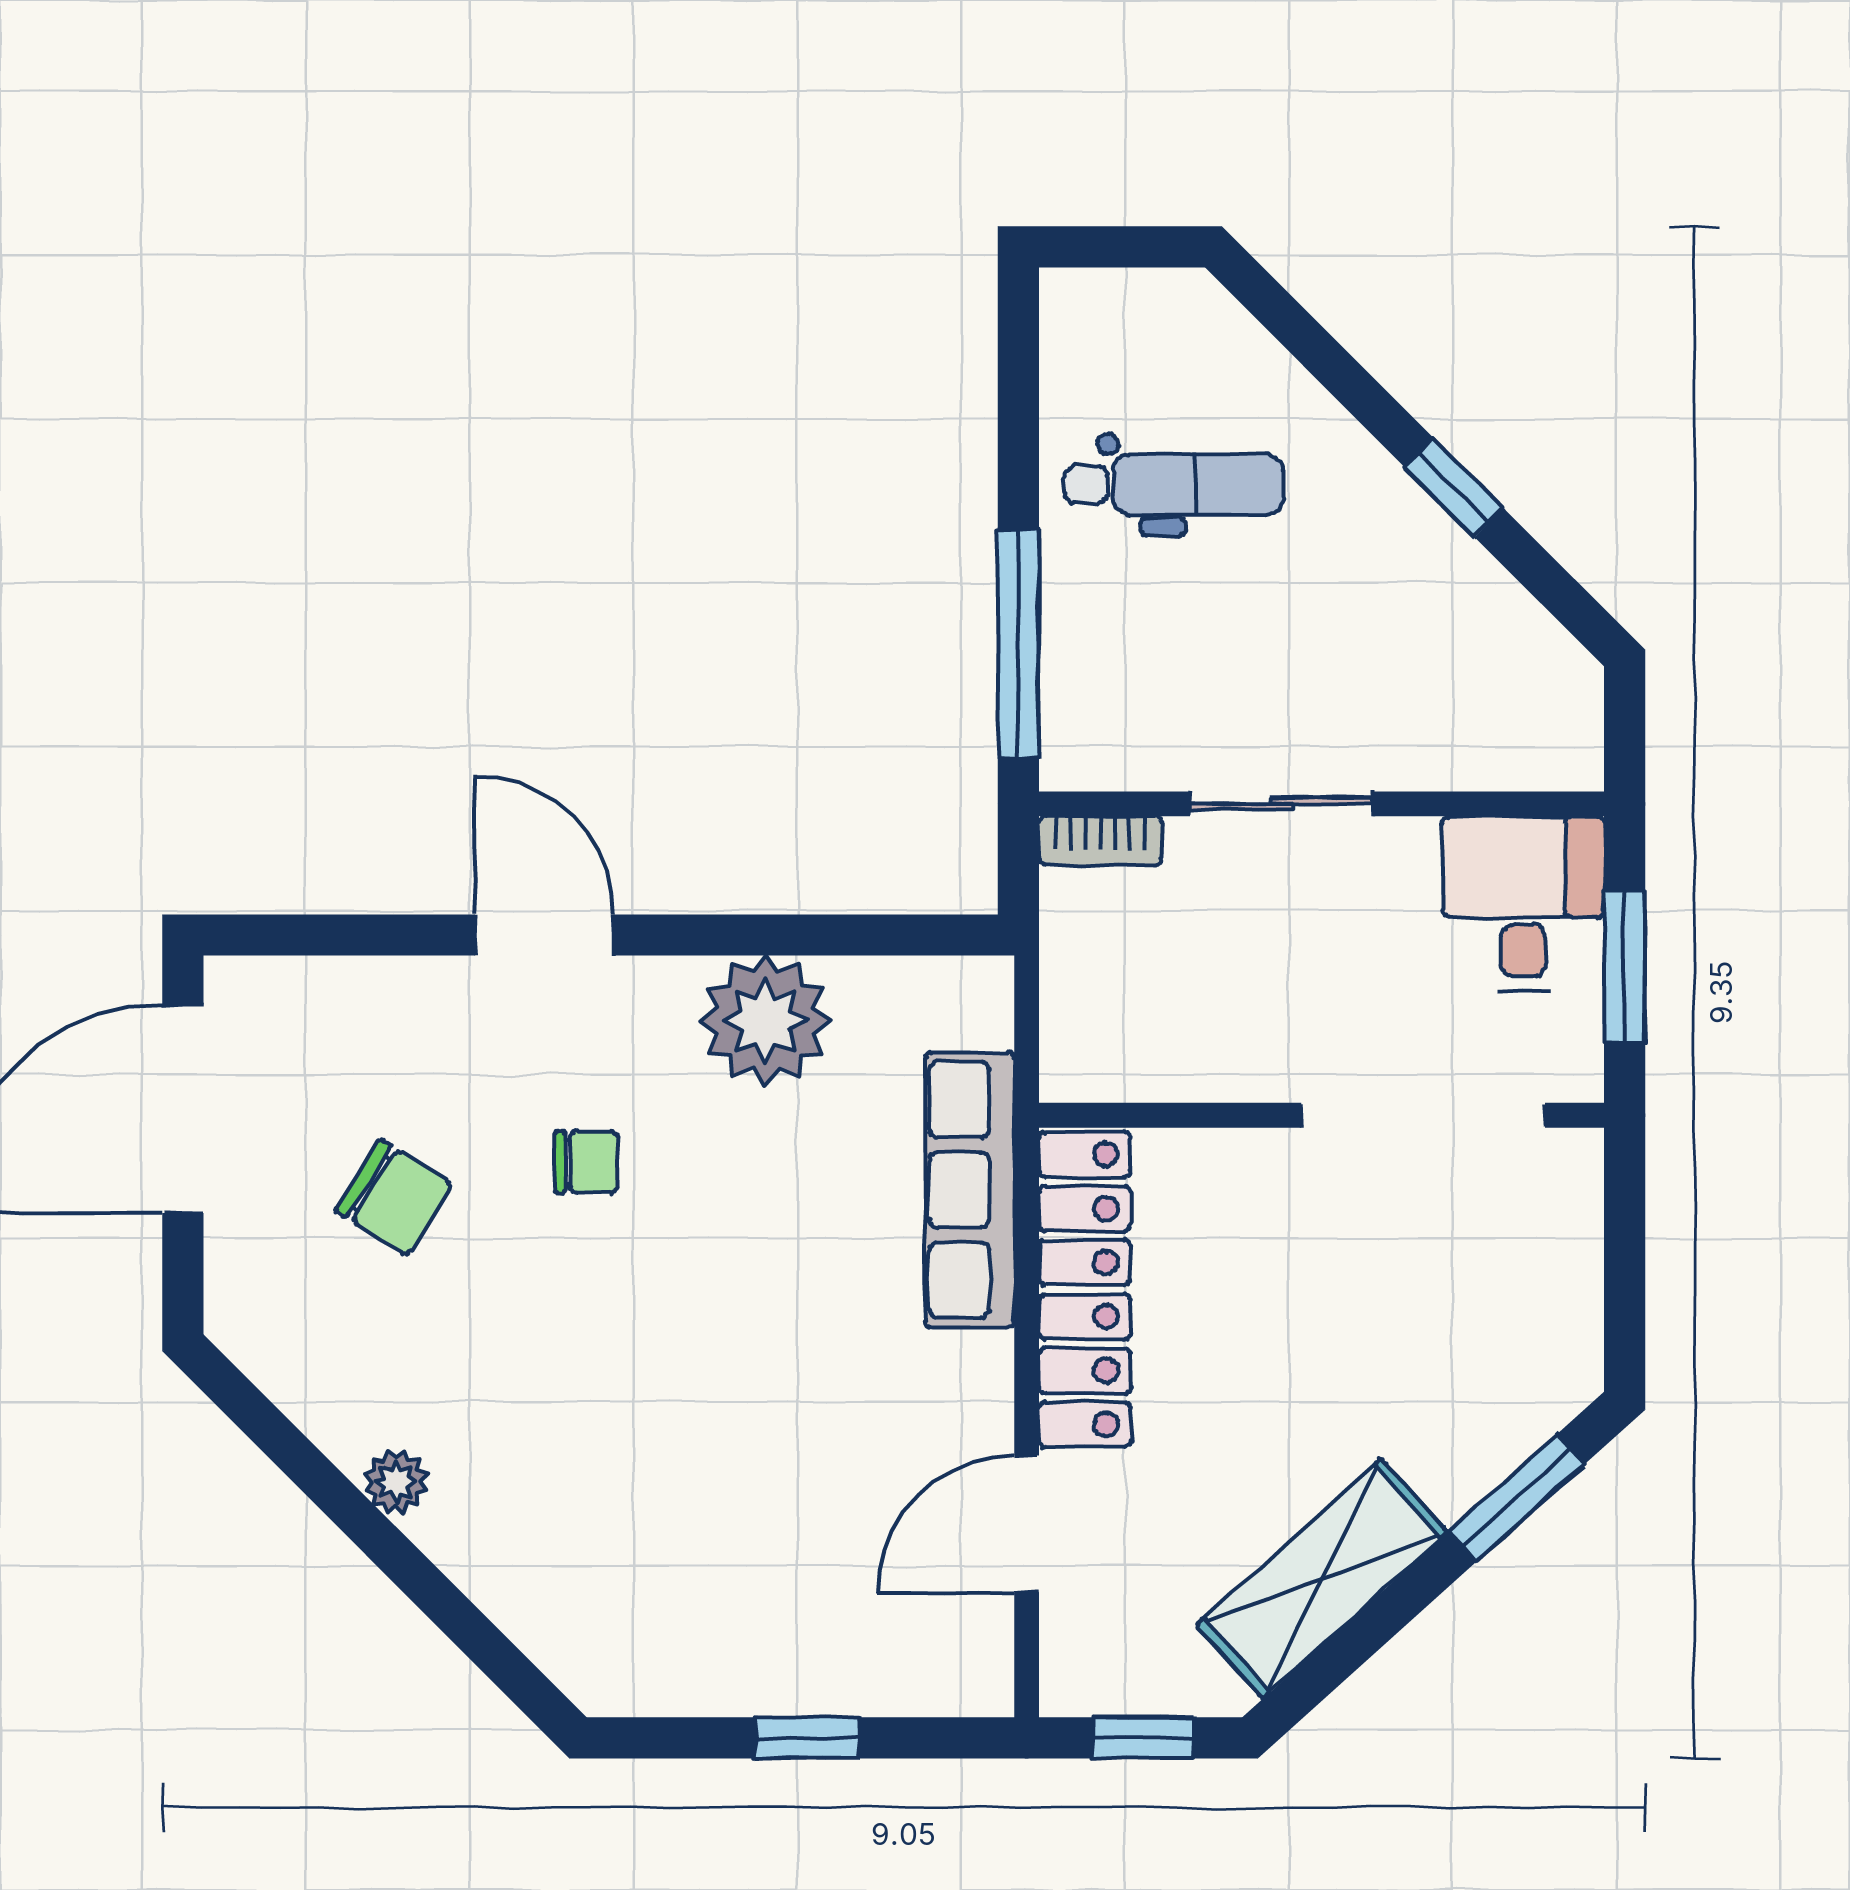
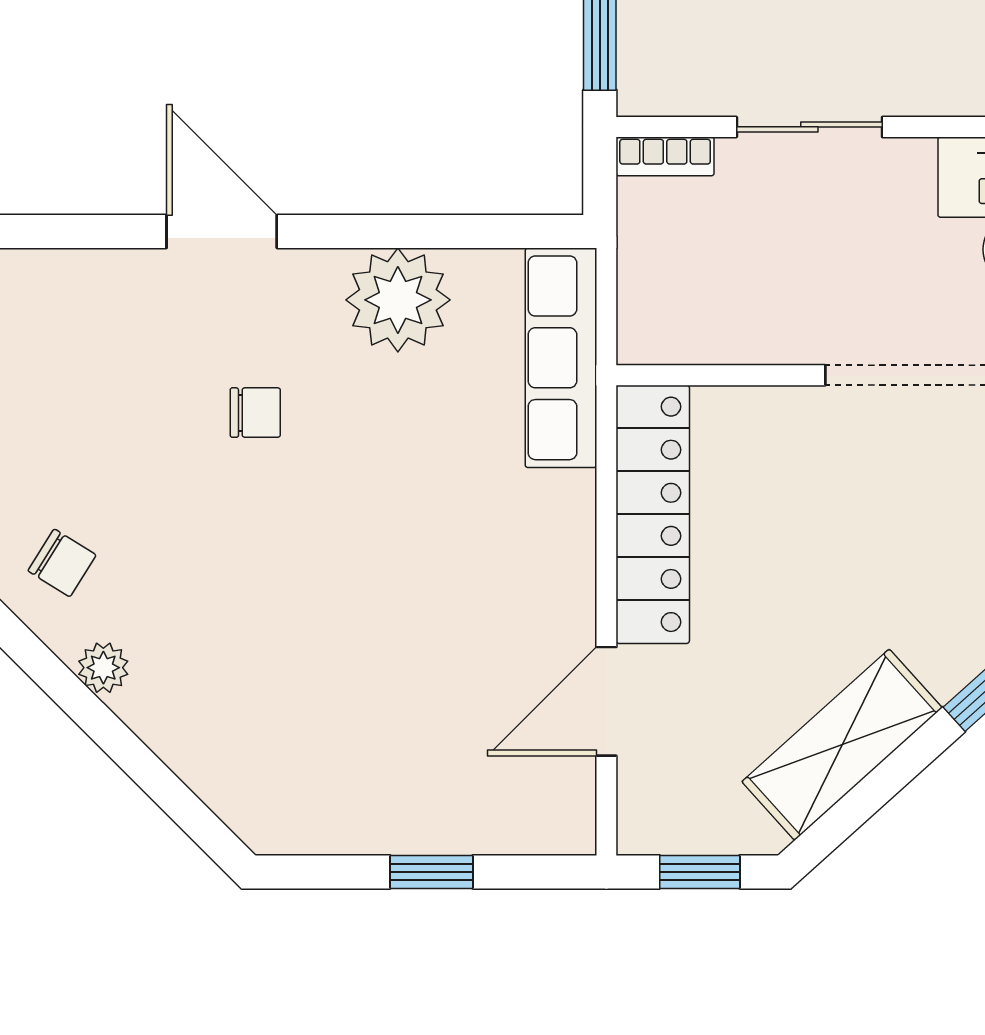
row of seats: (970, 1190) -> (561, 358), moved
chair: (394, 1197) -> (62, 563), moved, width x0.73, depth x0.73

